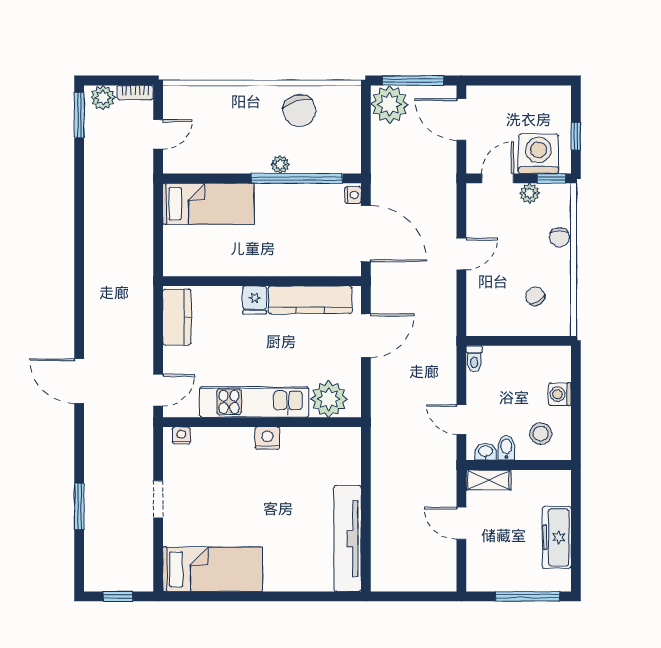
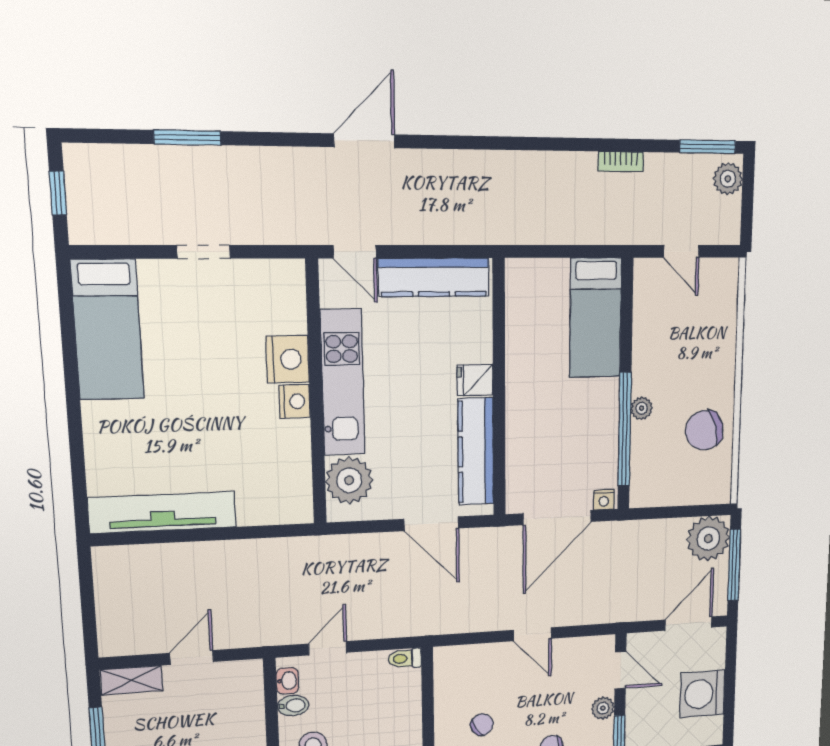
bookcase: (135, 93) -> (621, 162), moved, turned -90
washing machine: (538, 154) -> (702, 694), moved, turned 180
kitchen counter: (177, 317) -> (434, 277), width x1.50
nightstand: (181, 435) -> (288, 359), moved, width x1.89, depth x1.79
shelving: (488, 480) -> (132, 680), moved, turned 90

